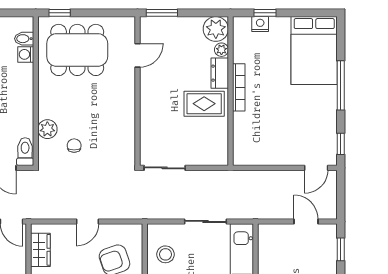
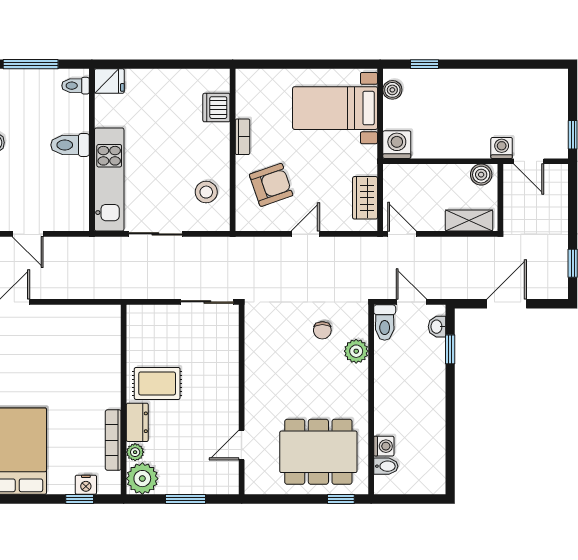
window: (162, 13) -> (186, 499), moved
bookcase: (239, 87) -> (113, 440), moved

